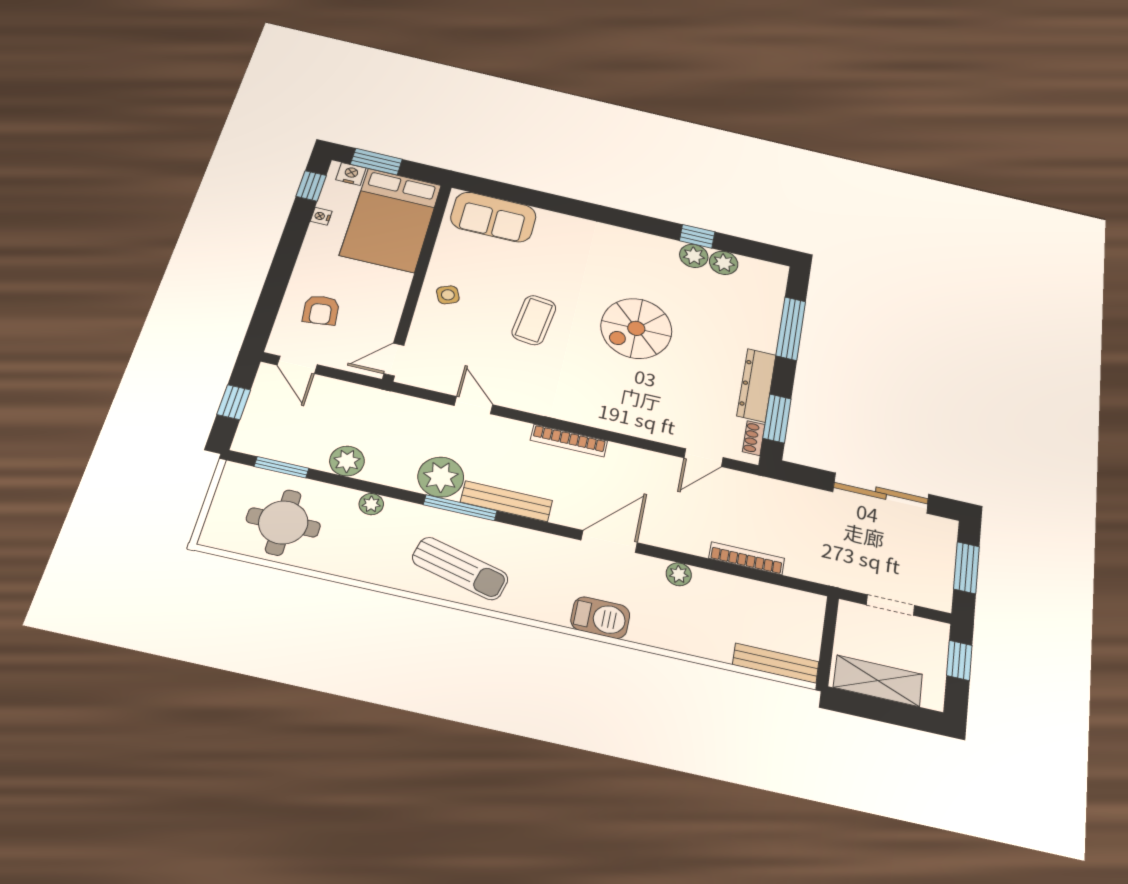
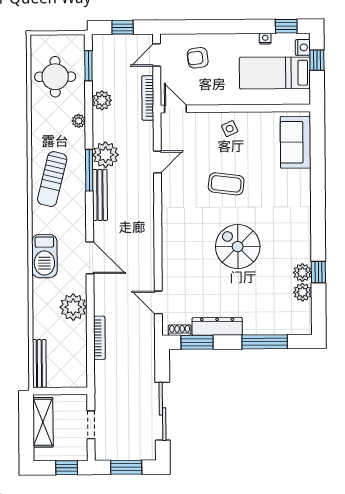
window: (376, 162) -> (317, 60), width x0.67
bed: (391, 220) -> (275, 73), width x0.67
bookcase: (569, 441) -> (148, 98), moved
plant: (679, 574) -> (73, 307), width x1.87, depth x1.87
barbecue: (600, 618) -> (44, 256), width x1.37, depth x1.21

